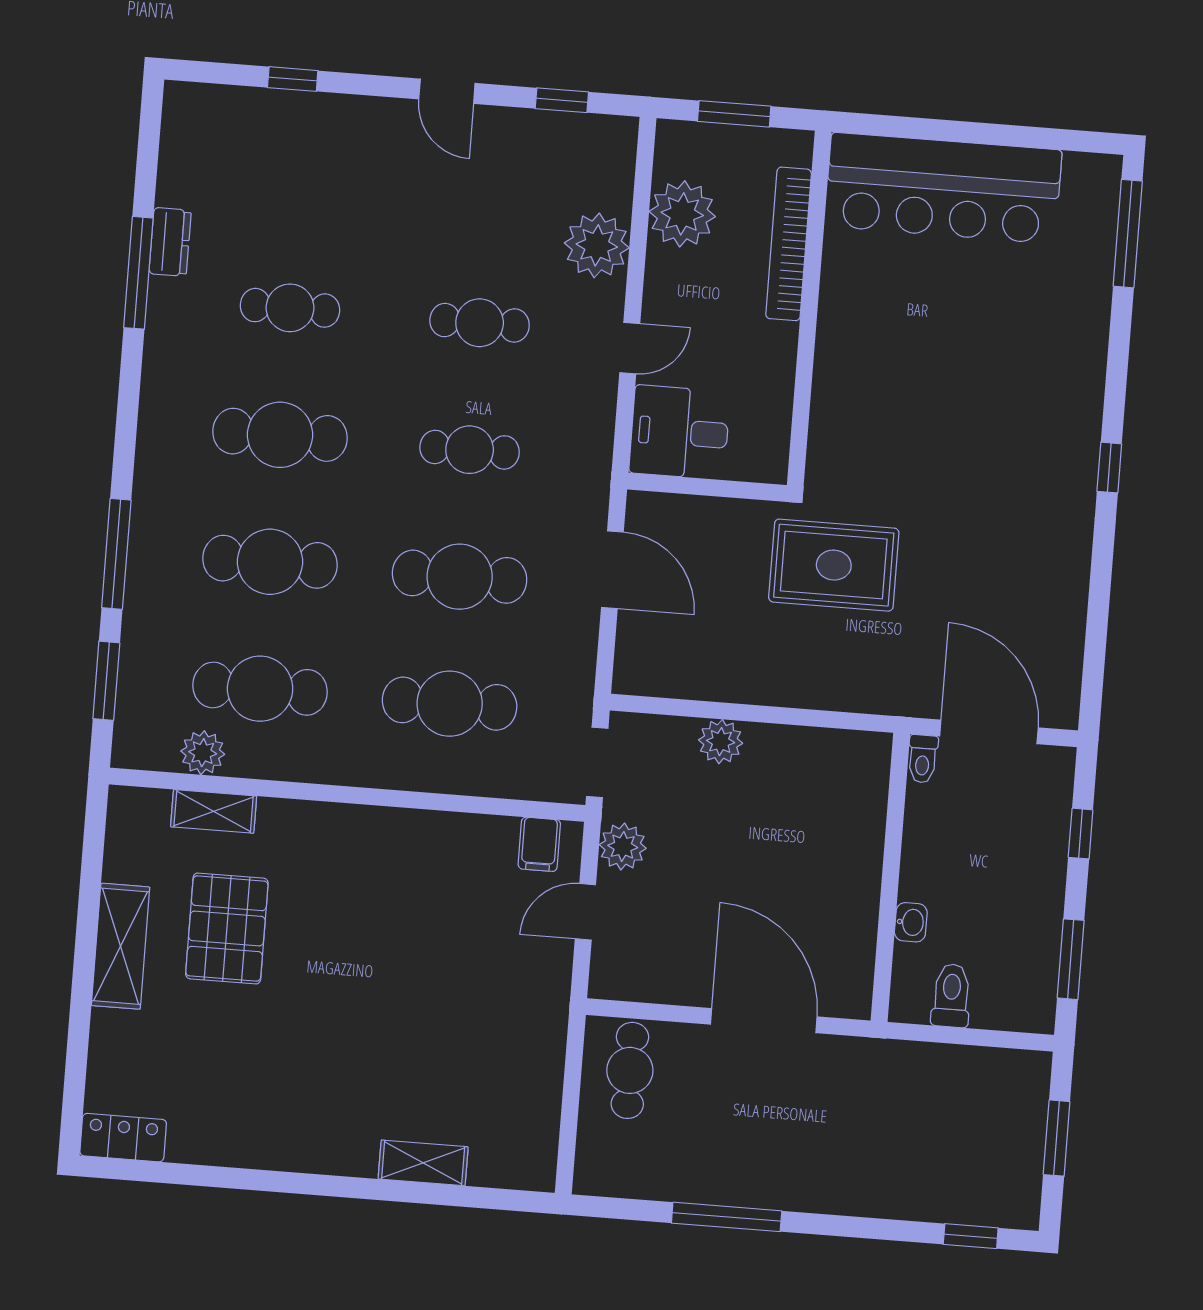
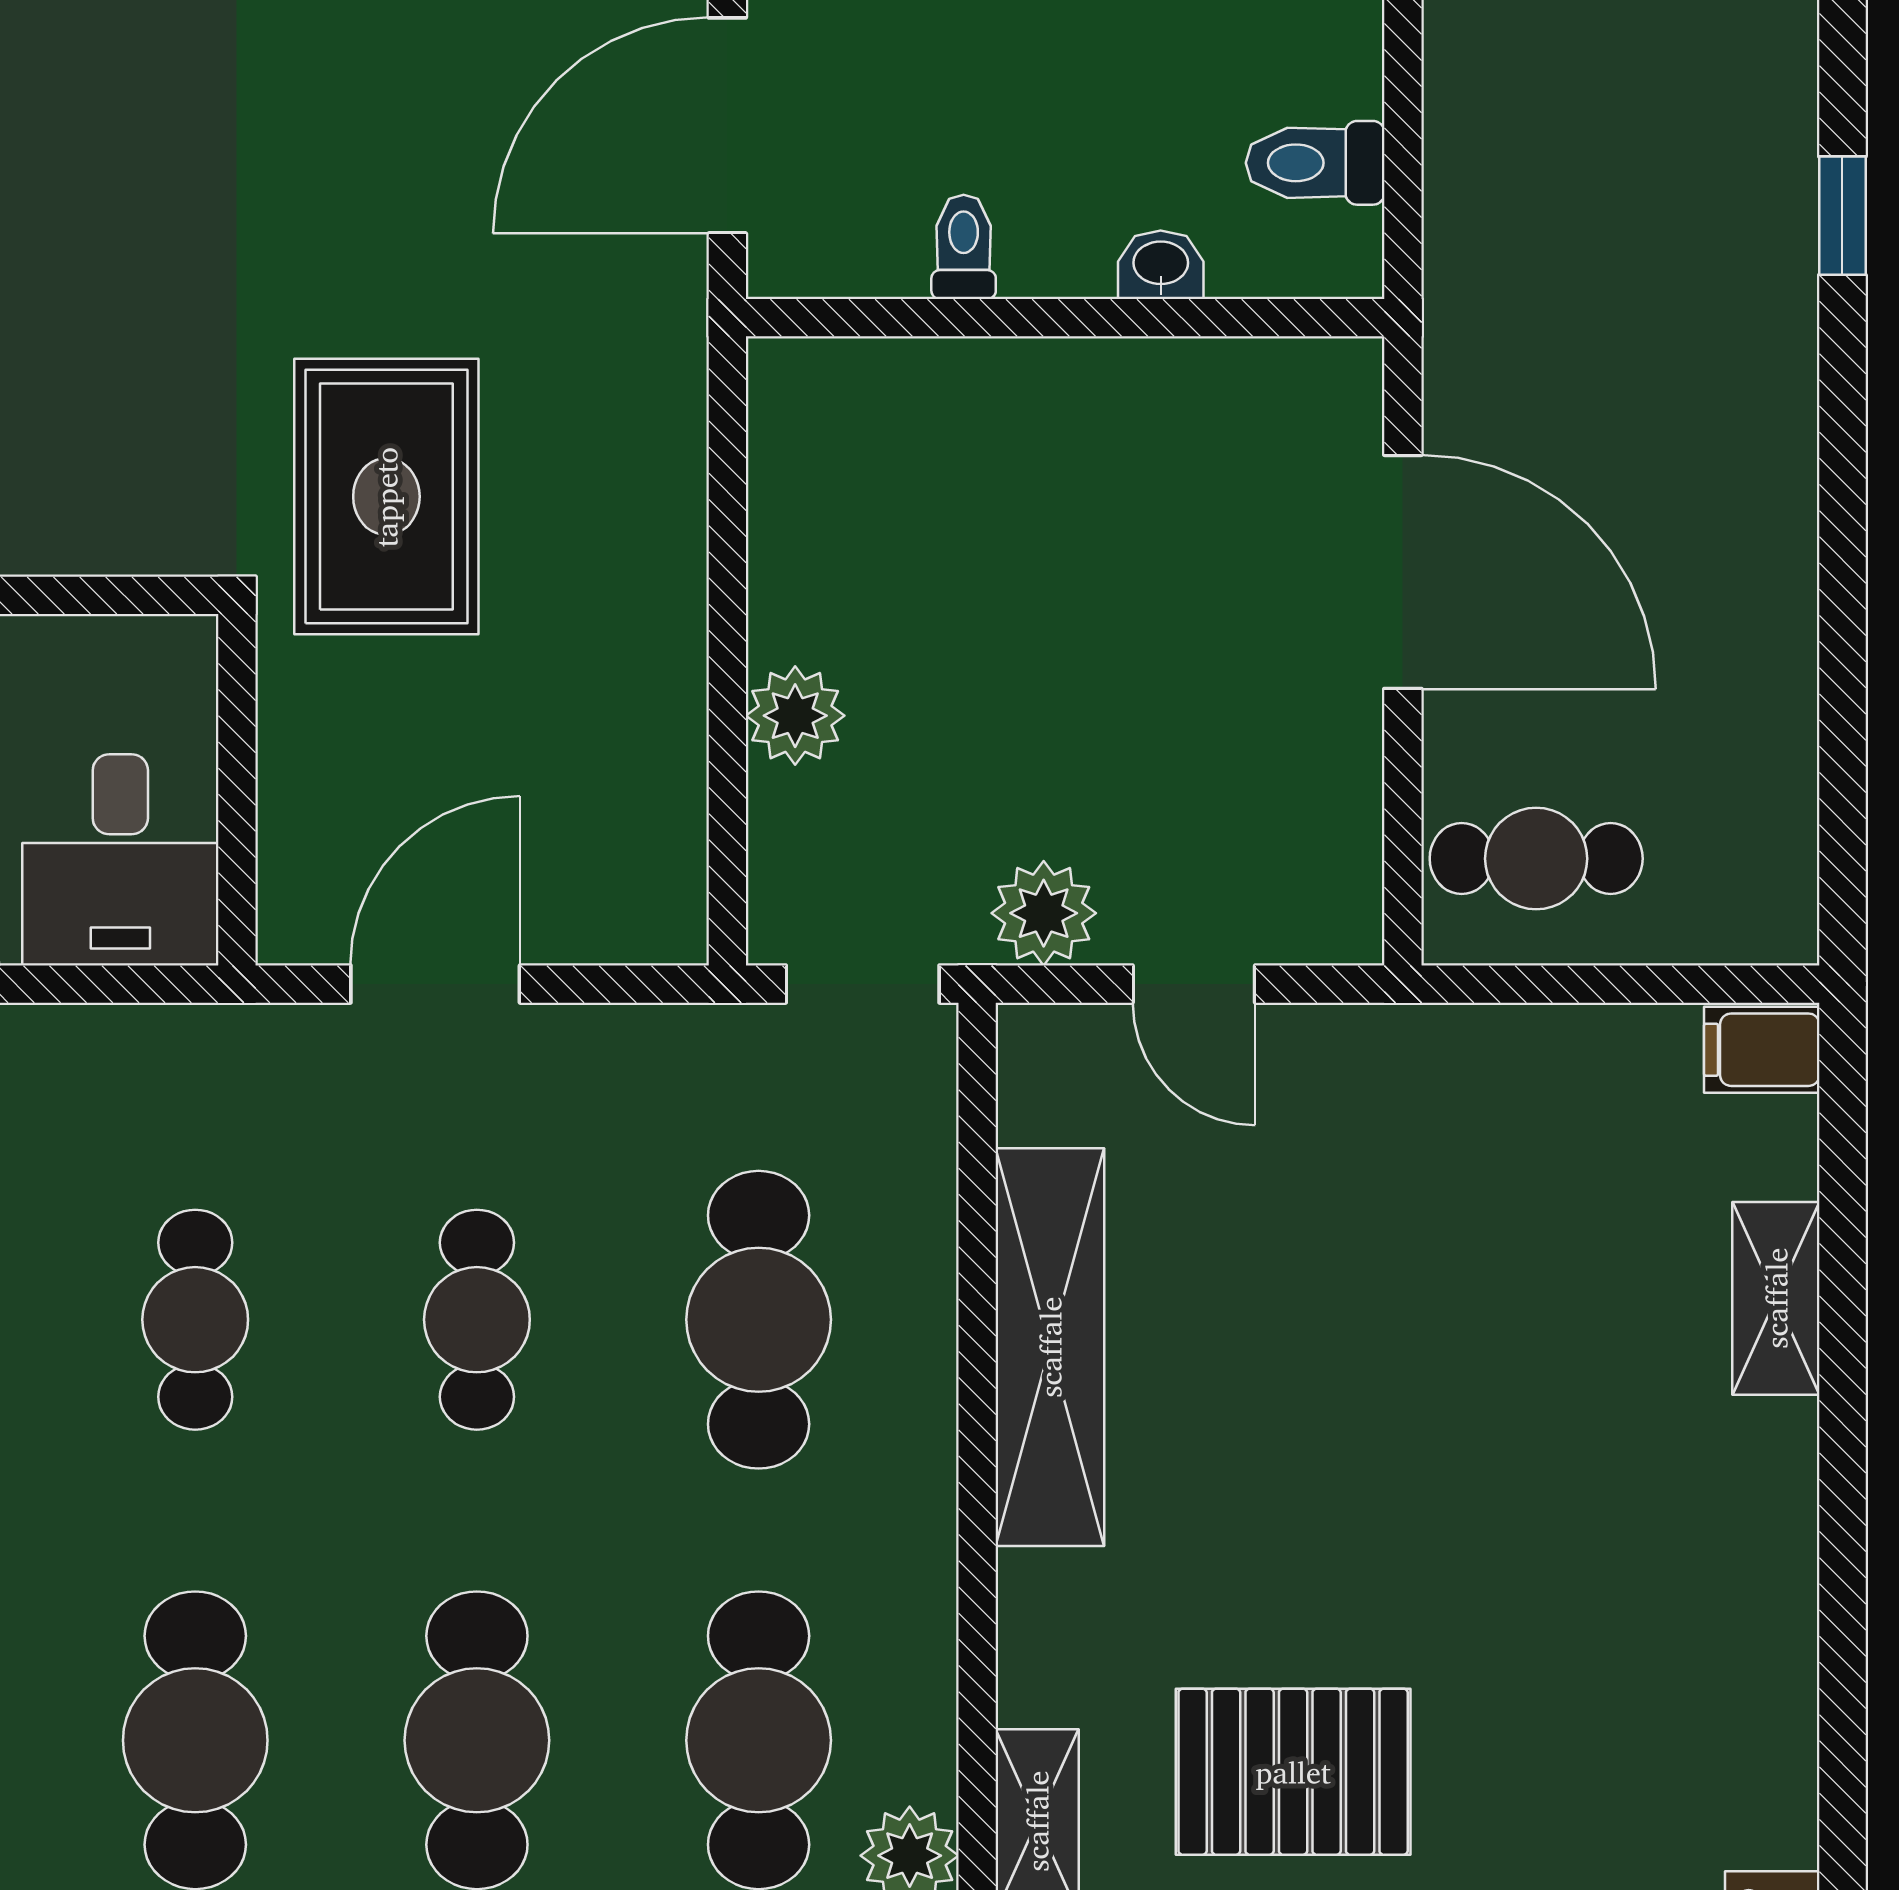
cafe table: (460, 577) -> (477, 1320), width x0.73, depth x0.74
toilet: (923, 759) -> (964, 247), moved, turned -90
shelving: (427, 834) -> (1050, 1347), added
filing cabinet: (539, 844) -> (1762, 1050), moved, turned 180
door: (764, 1021) -> (1403, 572), swing flipped
window: (727, 1217) -> (1842, 620), removed
window: (971, 1236) -> (1842, 216), moved

